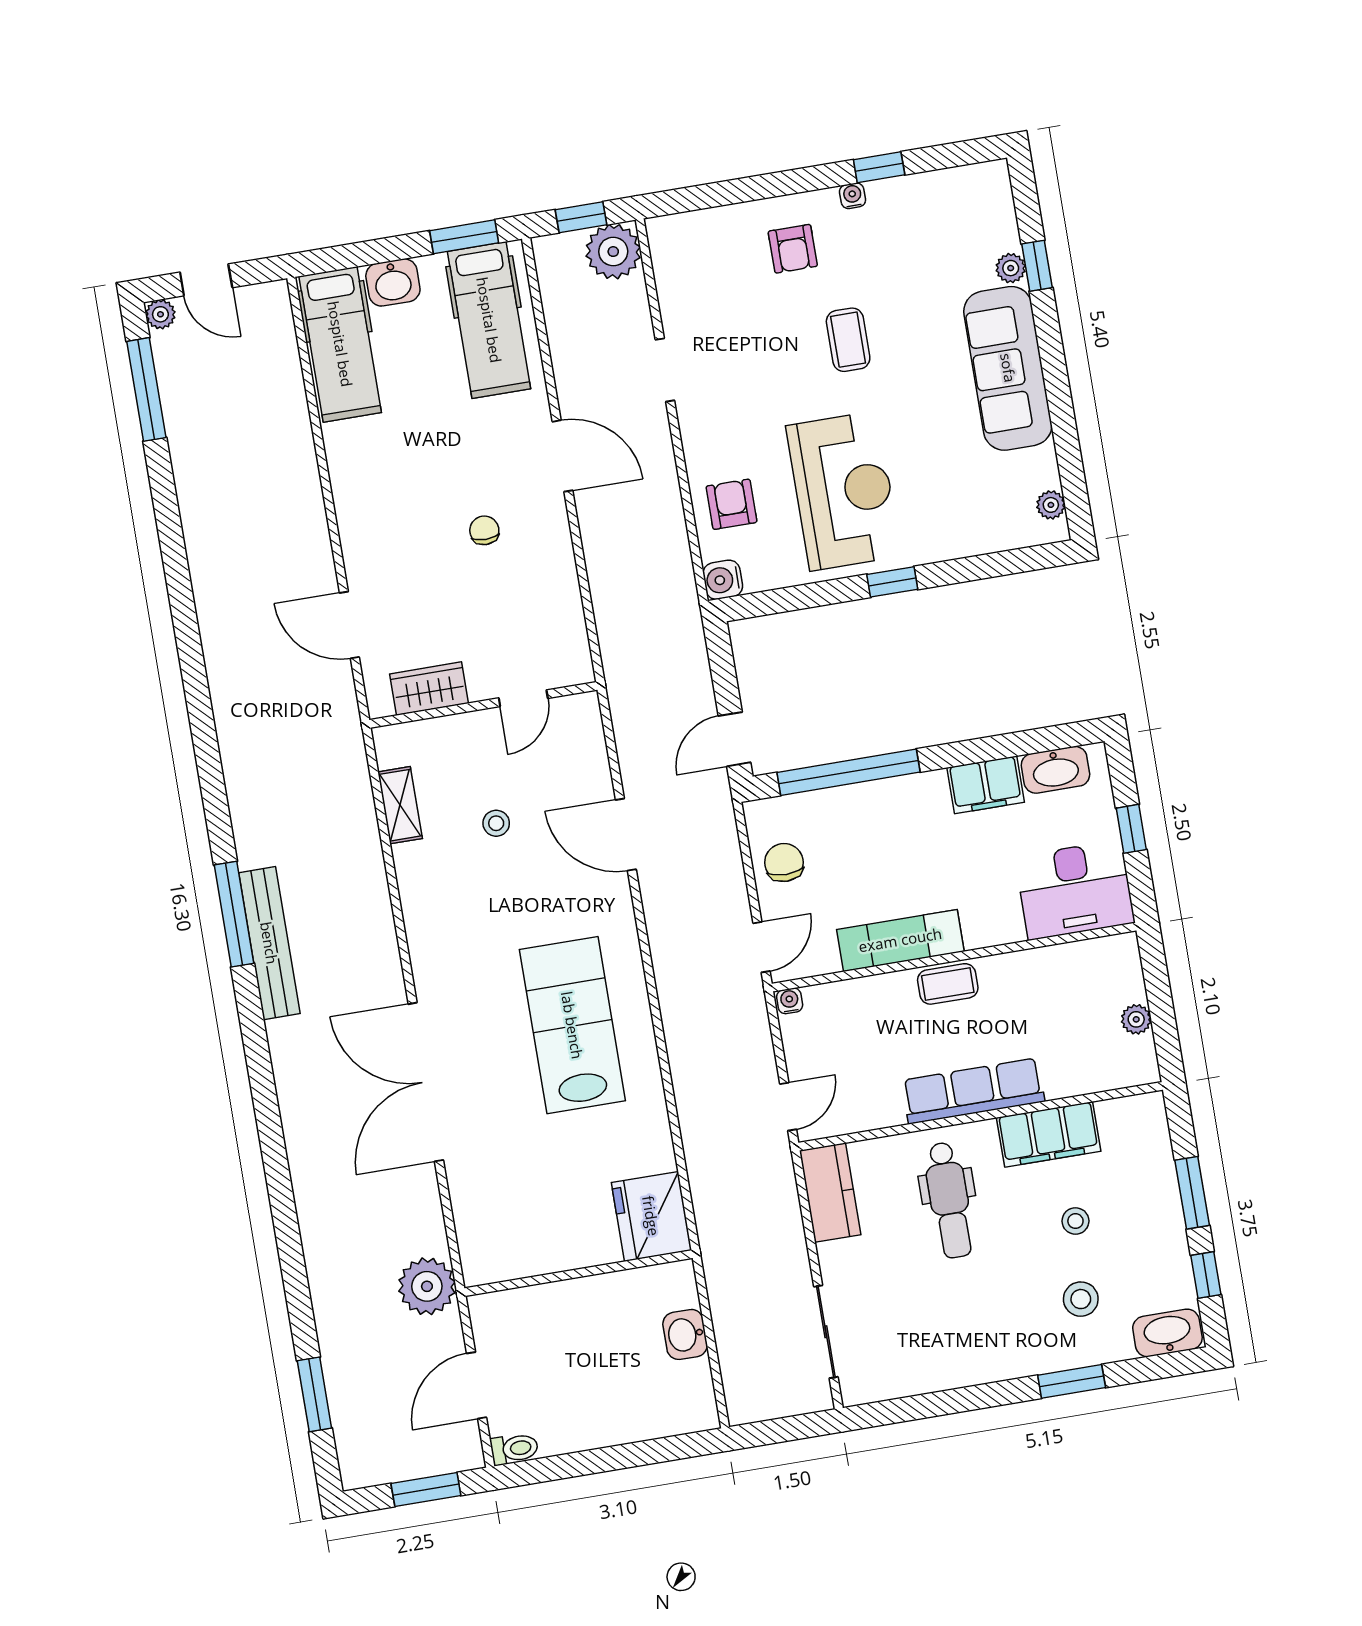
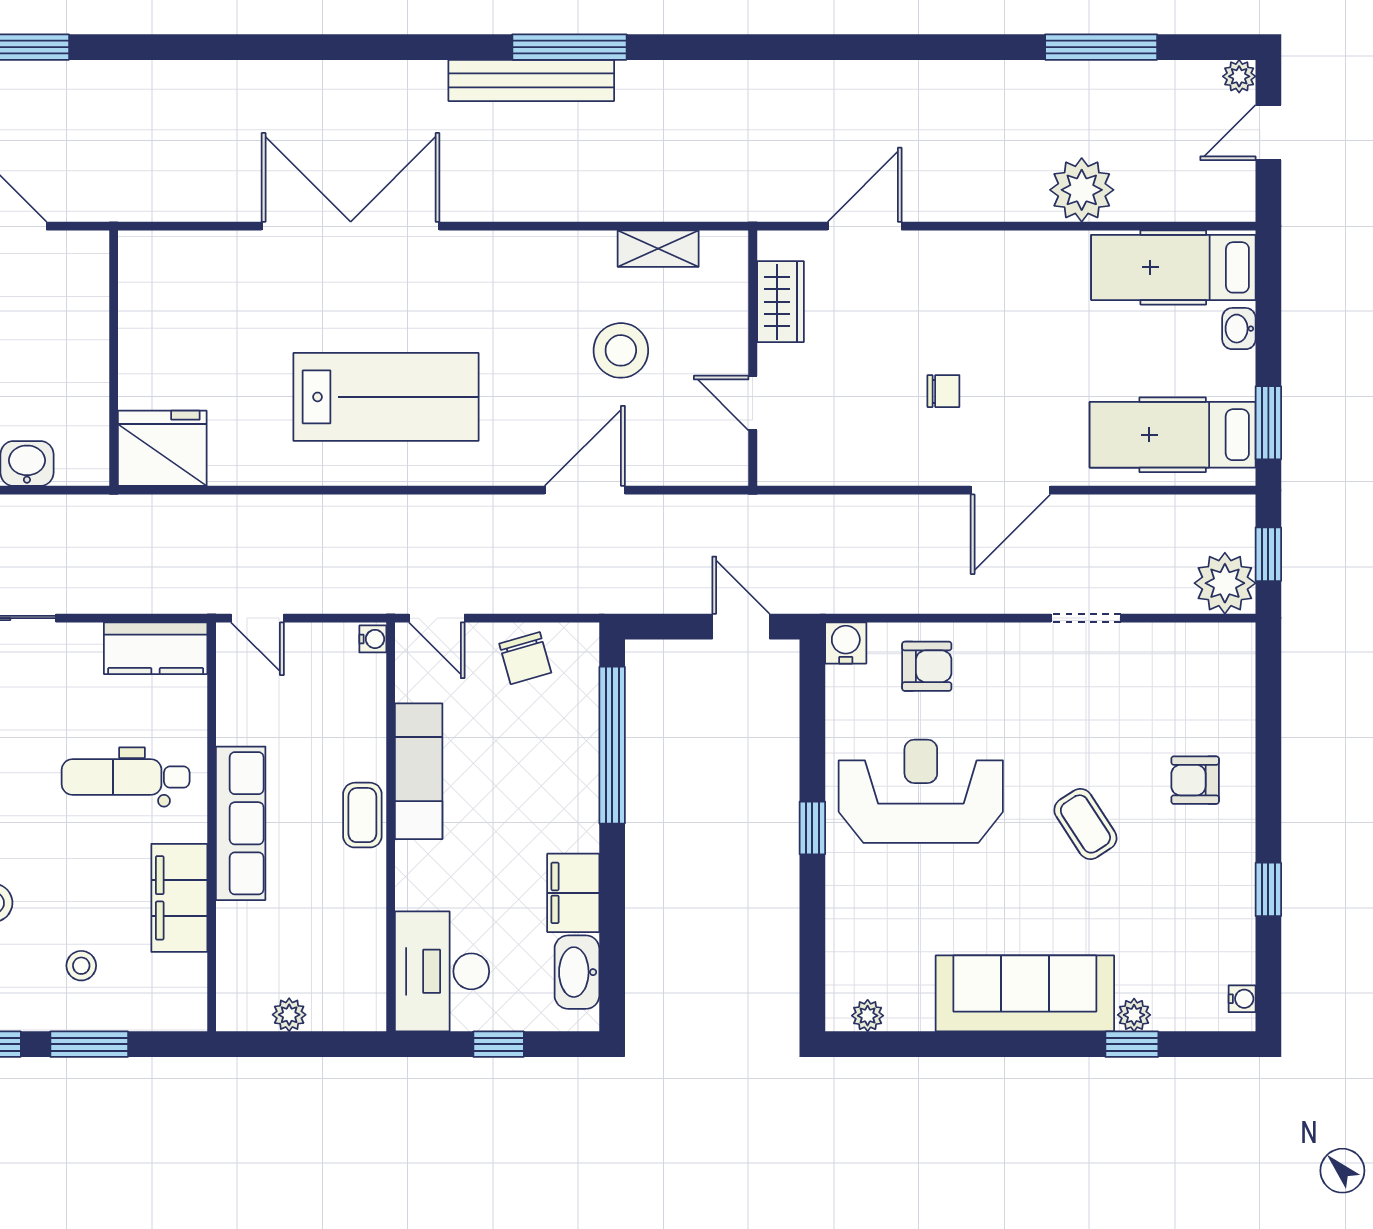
water cooler: (853, 196) -> (1242, 999), moved
washbasin: (393, 282) -> (1239, 329), width x0.72, depth x0.69
coffee table: (848, 340) -> (1085, 824), turned 57
window: (146, 389) -> (1101, 47), moved
reception desk: (844, 491) -> (921, 791), turned 180
door: (735, 739) -> (741, 627), moved
stool: (496, 823) -> (621, 350), width x1.89, depth x1.89
chair: (784, 862) -> (525, 658), turned 74
stool: (1075, 1221) -> (81, 966), moved
plant: (427, 1286) -> (1082, 190), moved

